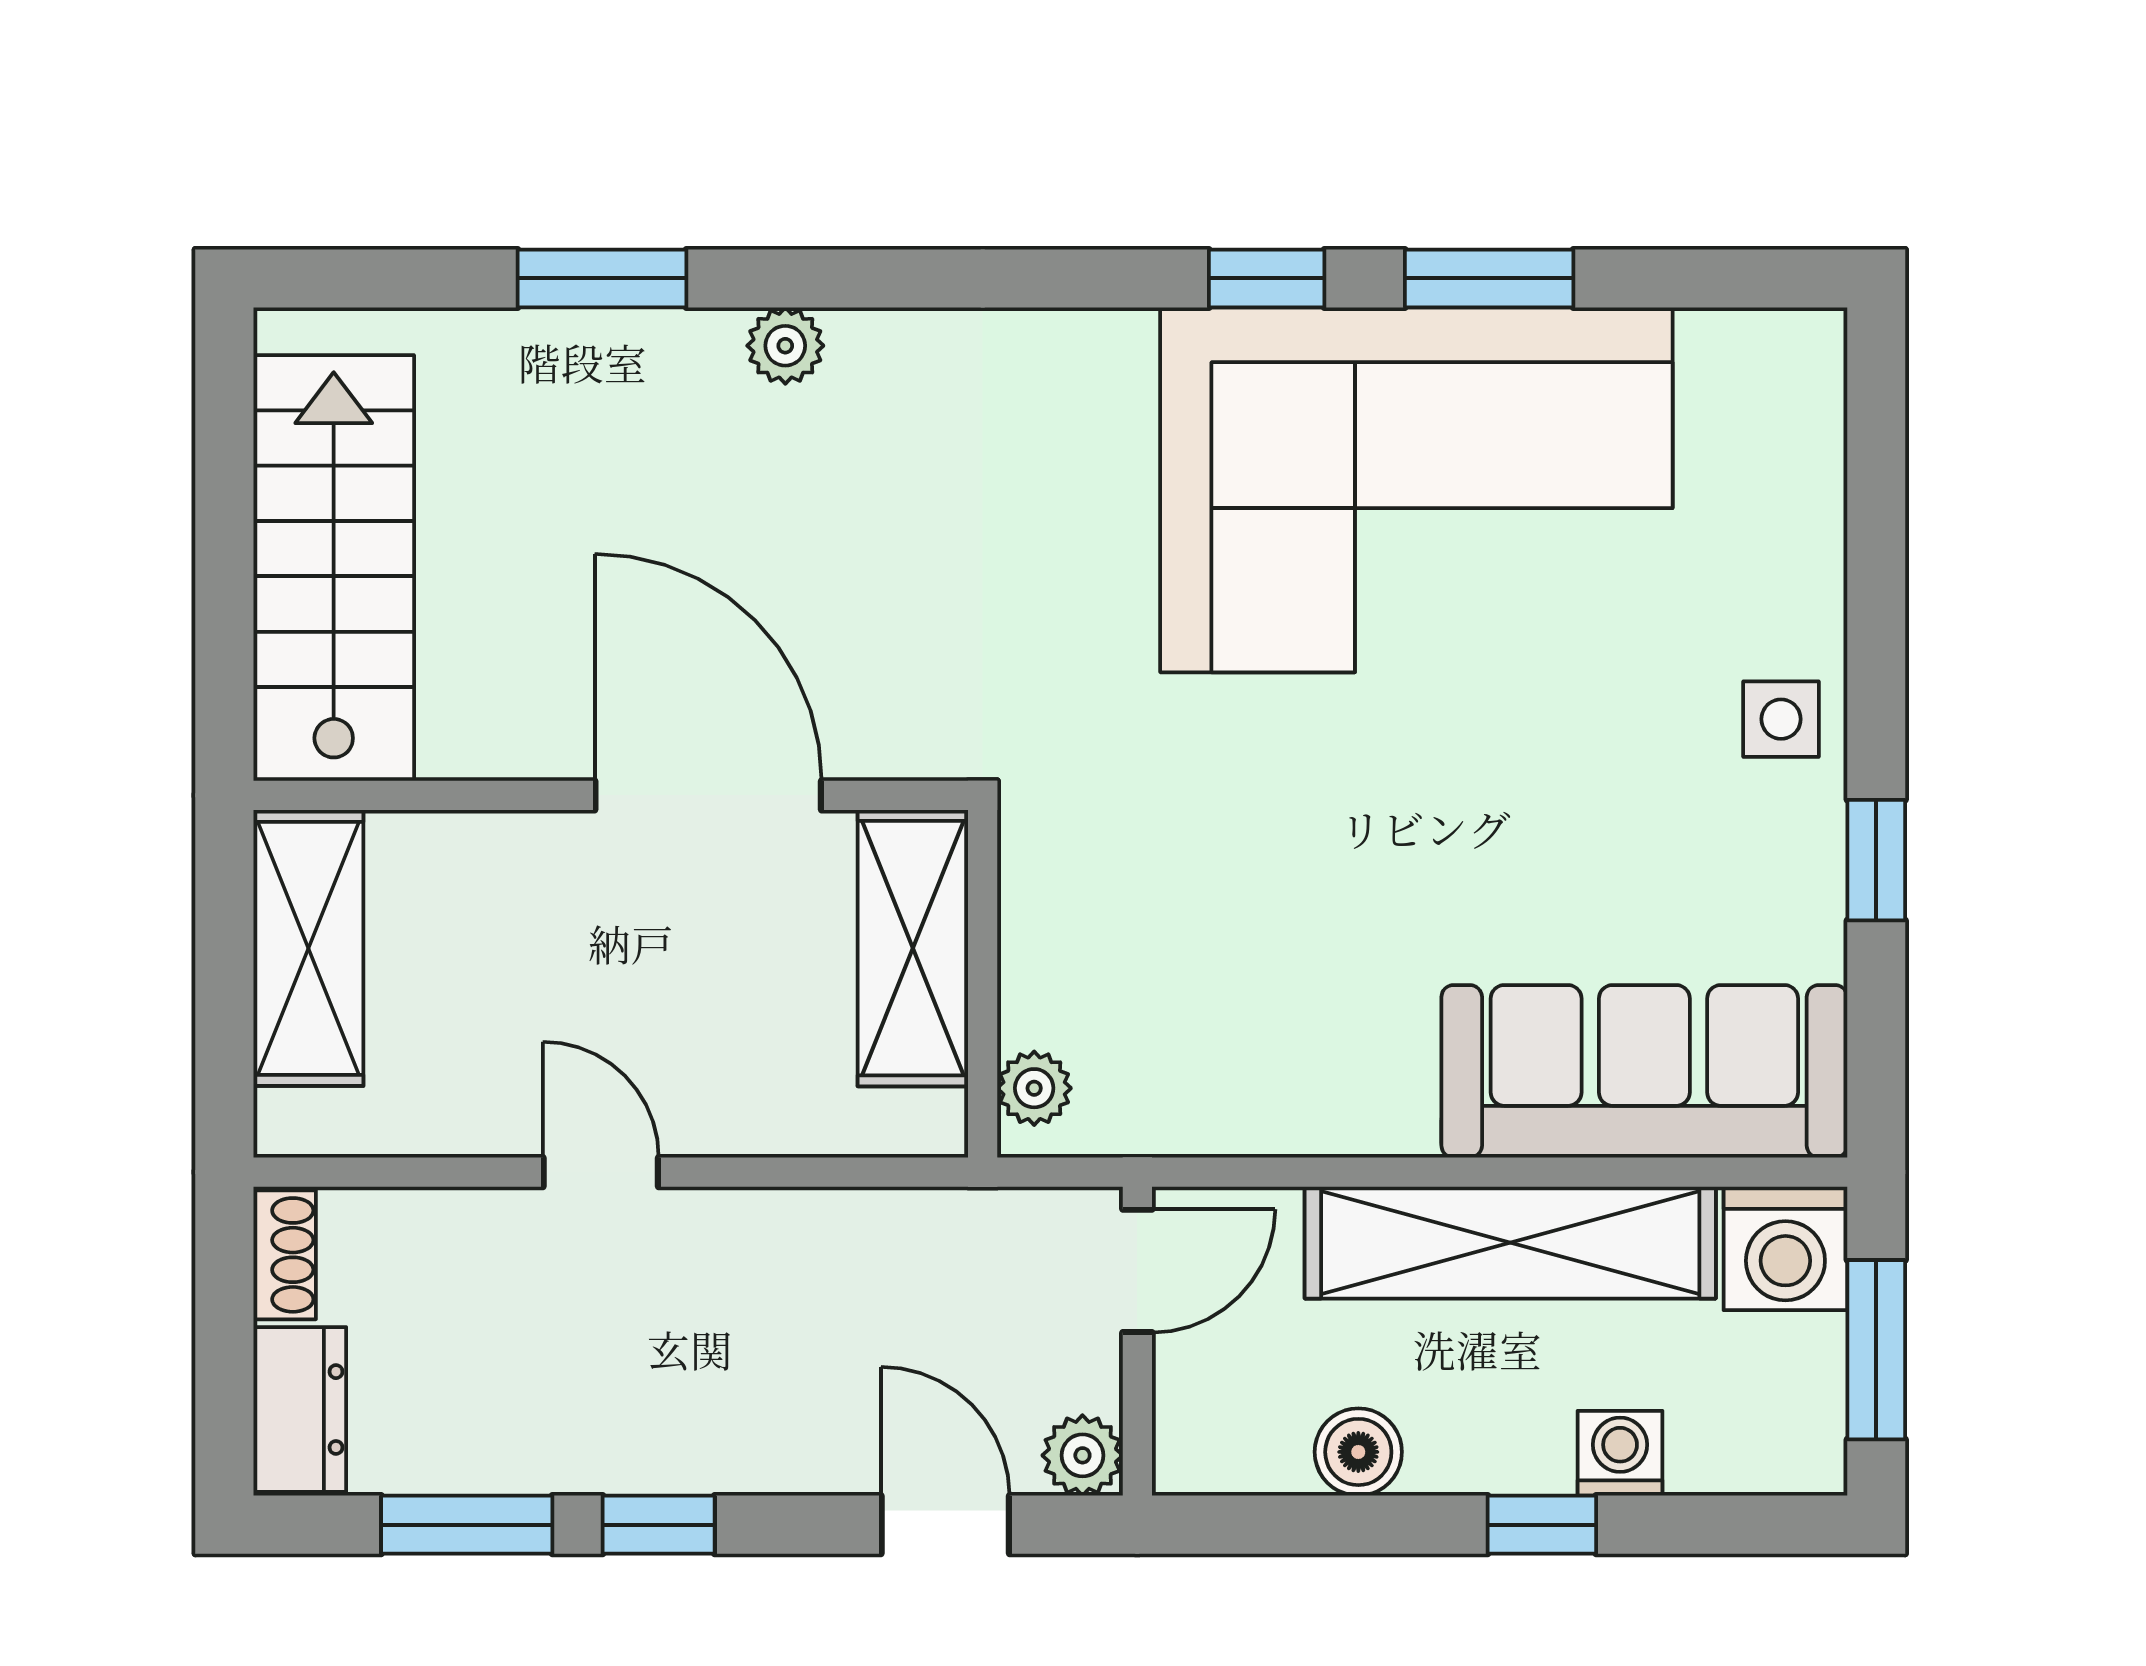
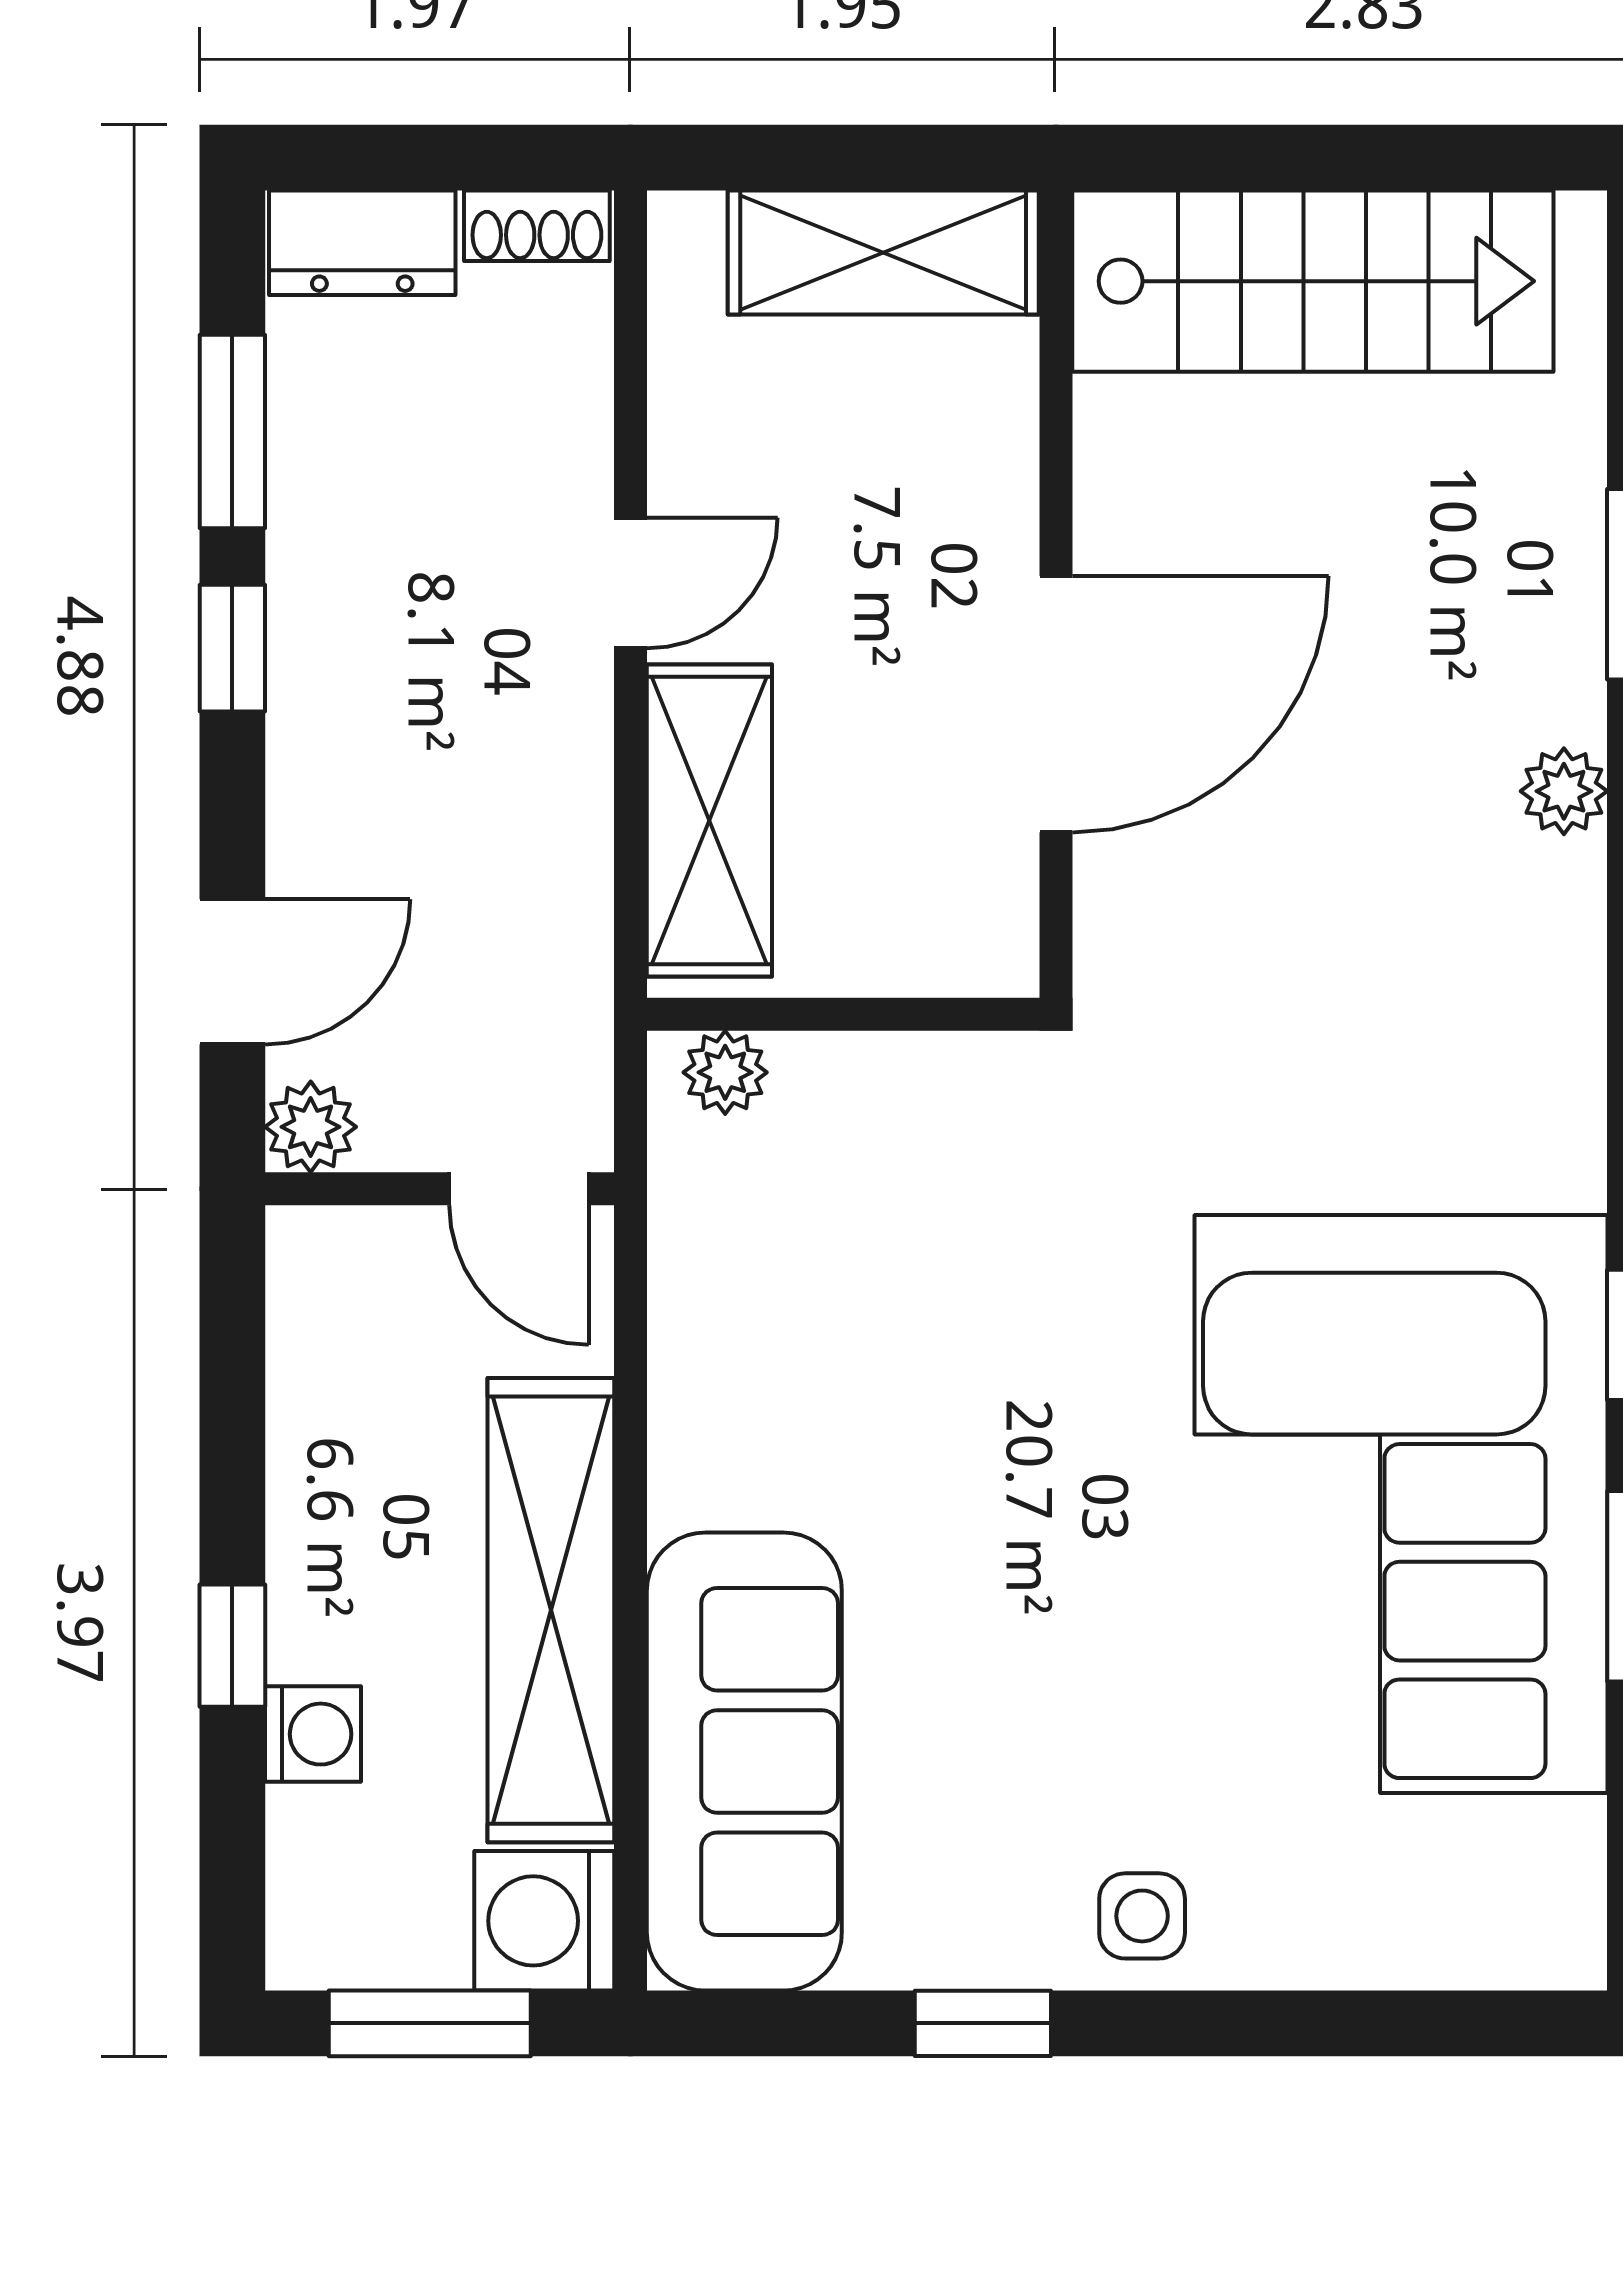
shelving: (913, 948) -> (709, 820), moved, turned 90
boiler: (1358, 1452) -> (314, 1438), removed

